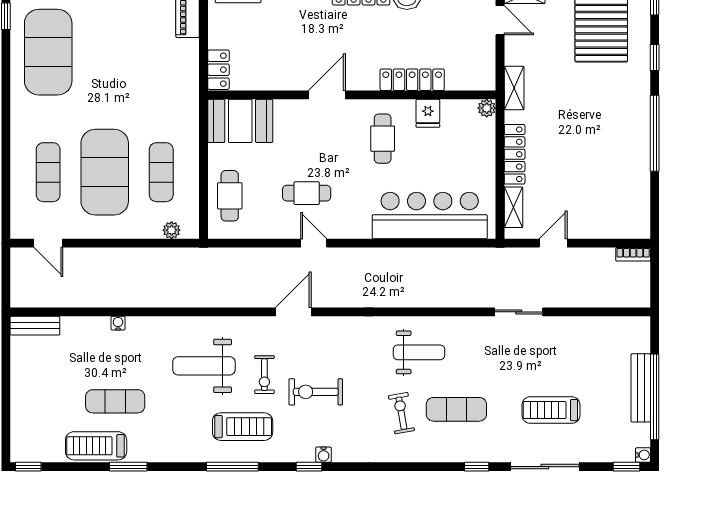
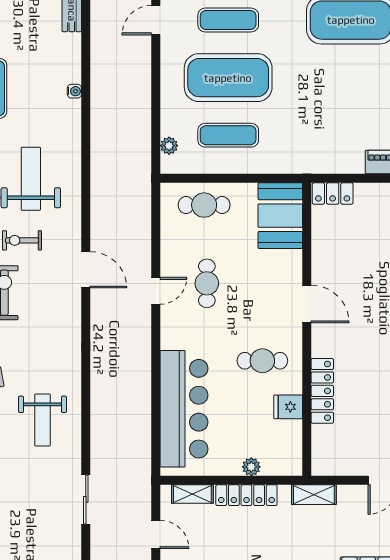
plant: (487, 108) -> (251, 467), moved
weight bench: (419, 352) -> (42, 420), moved

